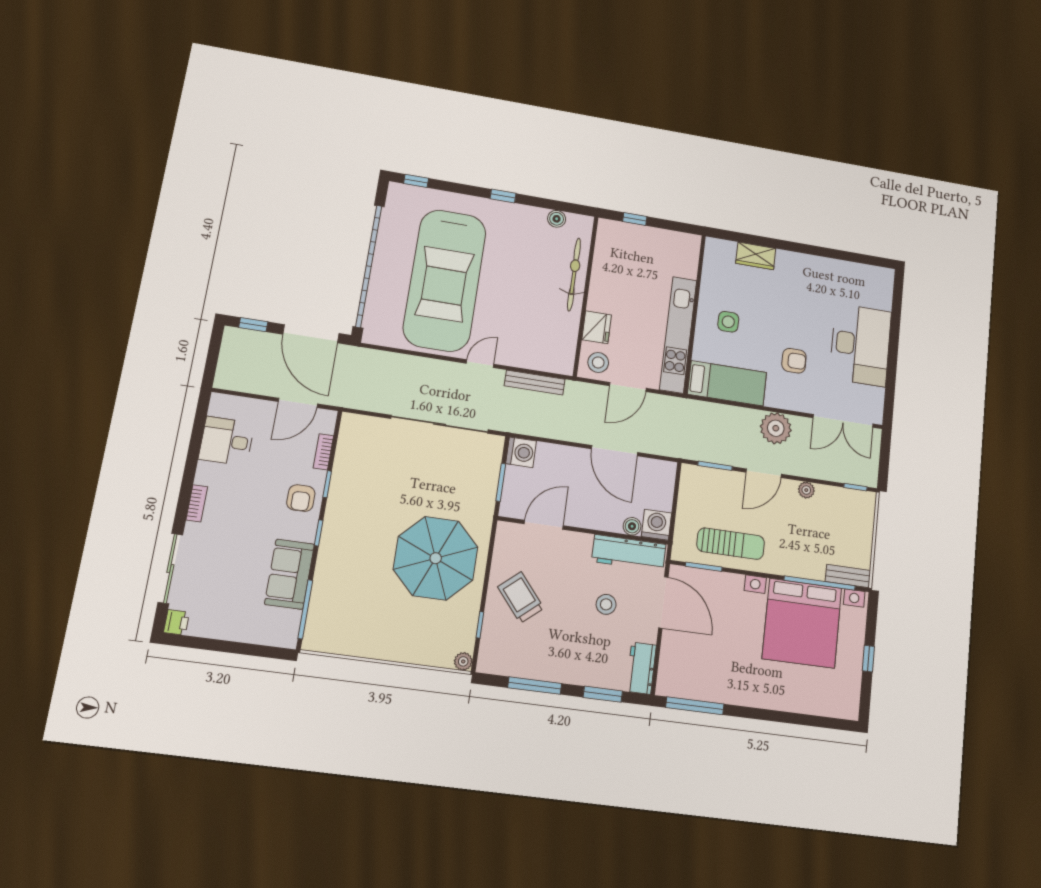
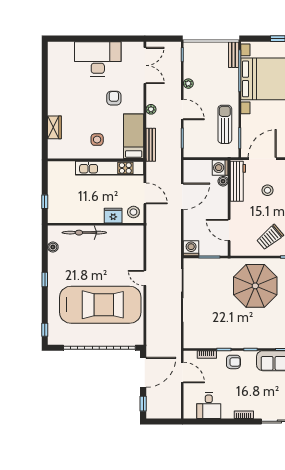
bench: (535, 382) -> (151, 145), moved
plant: (776, 428) -> (151, 109), width x0.53, depth x0.53

